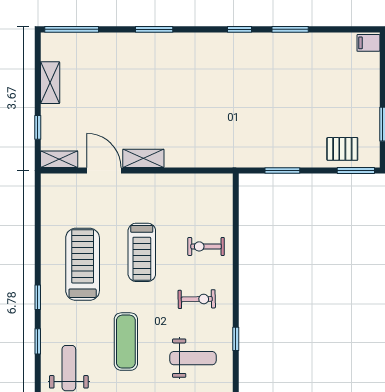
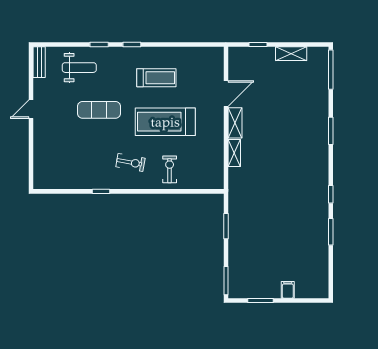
filing cabinet: (368, 43) -> (288, 290), moved
pallet: (342, 149) -> (242, 271), removed
shelving: (59, 159) -> (234, 153), moved
treadmill: (142, 252) -> (165, 122), width x1.37, depth x1.38
treadmill: (83, 264) -> (156, 78), width x0.73, depth x0.73
exercise bike: (197, 299) -> (130, 162), turned -79
weight bench: (193, 358) -> (87, 160), removed

